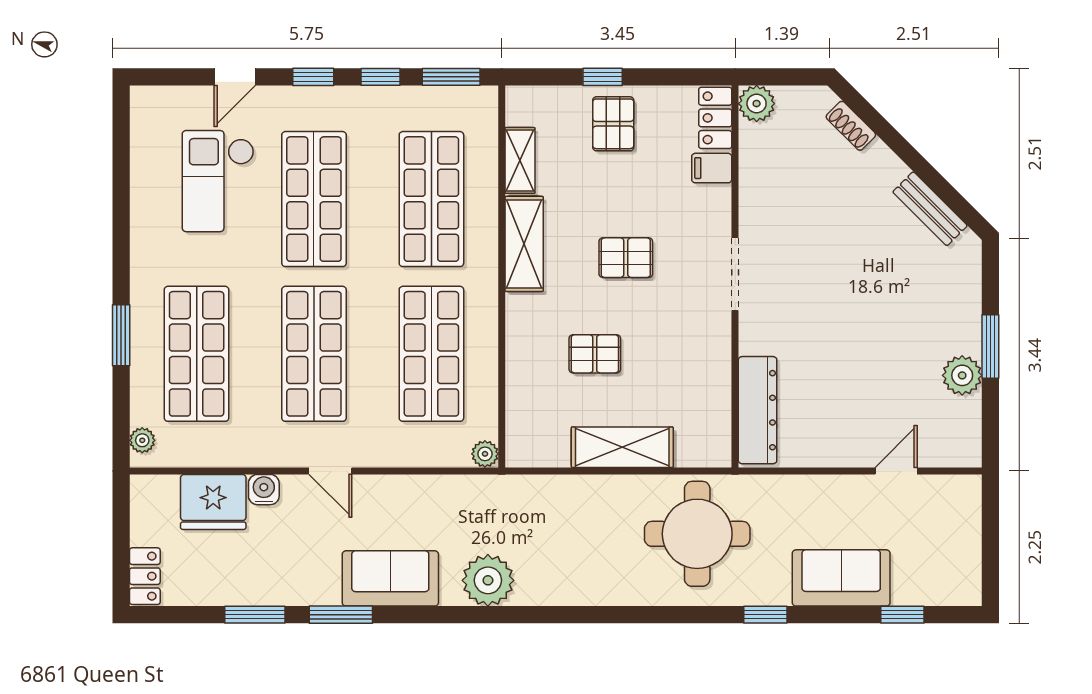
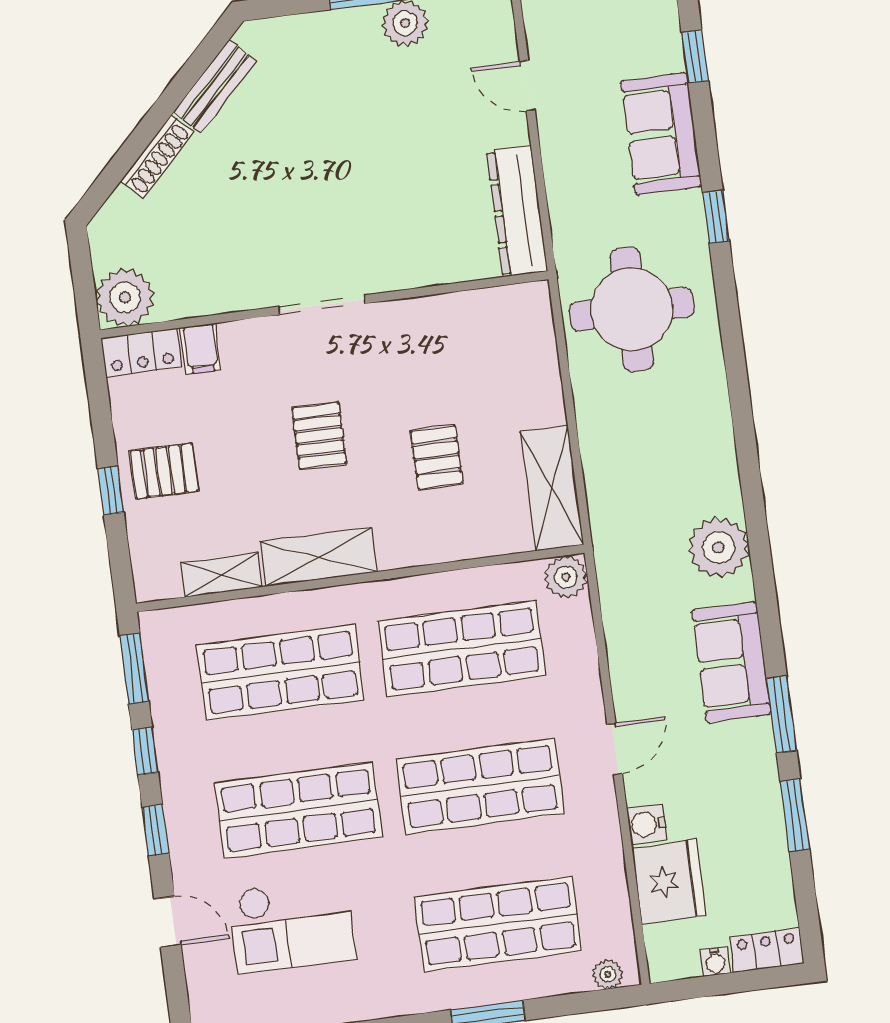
plant: (757, 104) -> (125, 297), width x1.36, depth x1.36
shoe rack: (851, 126) -> (157, 157), moved, width x1.43
dresser: (758, 410) -> (517, 211), moved, turned -90
shelving: (622, 447) -> (552, 488), moved
plant: (485, 454) -> (566, 577), width x1.38, depth x1.38
water cooler: (141, 532) -> (715, 961), added

